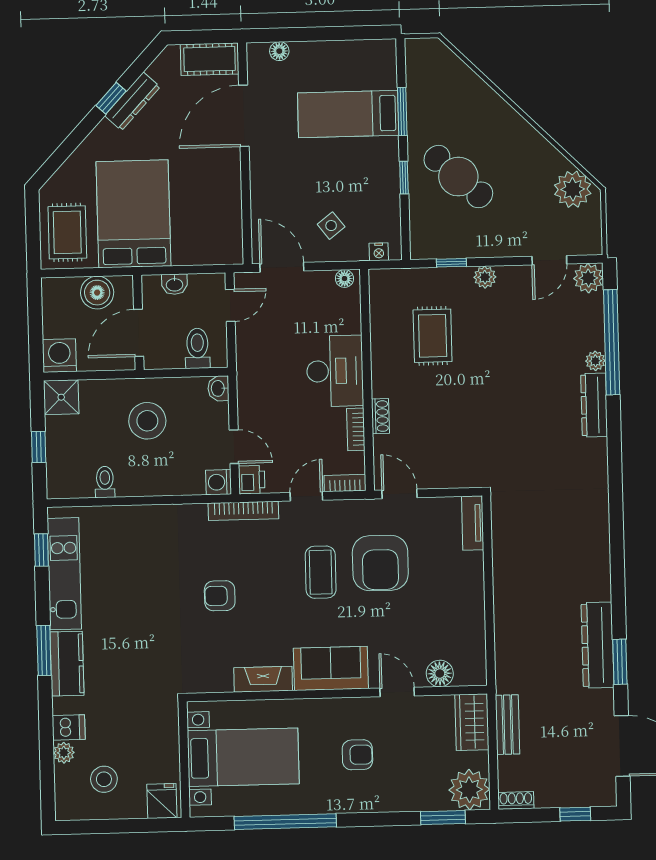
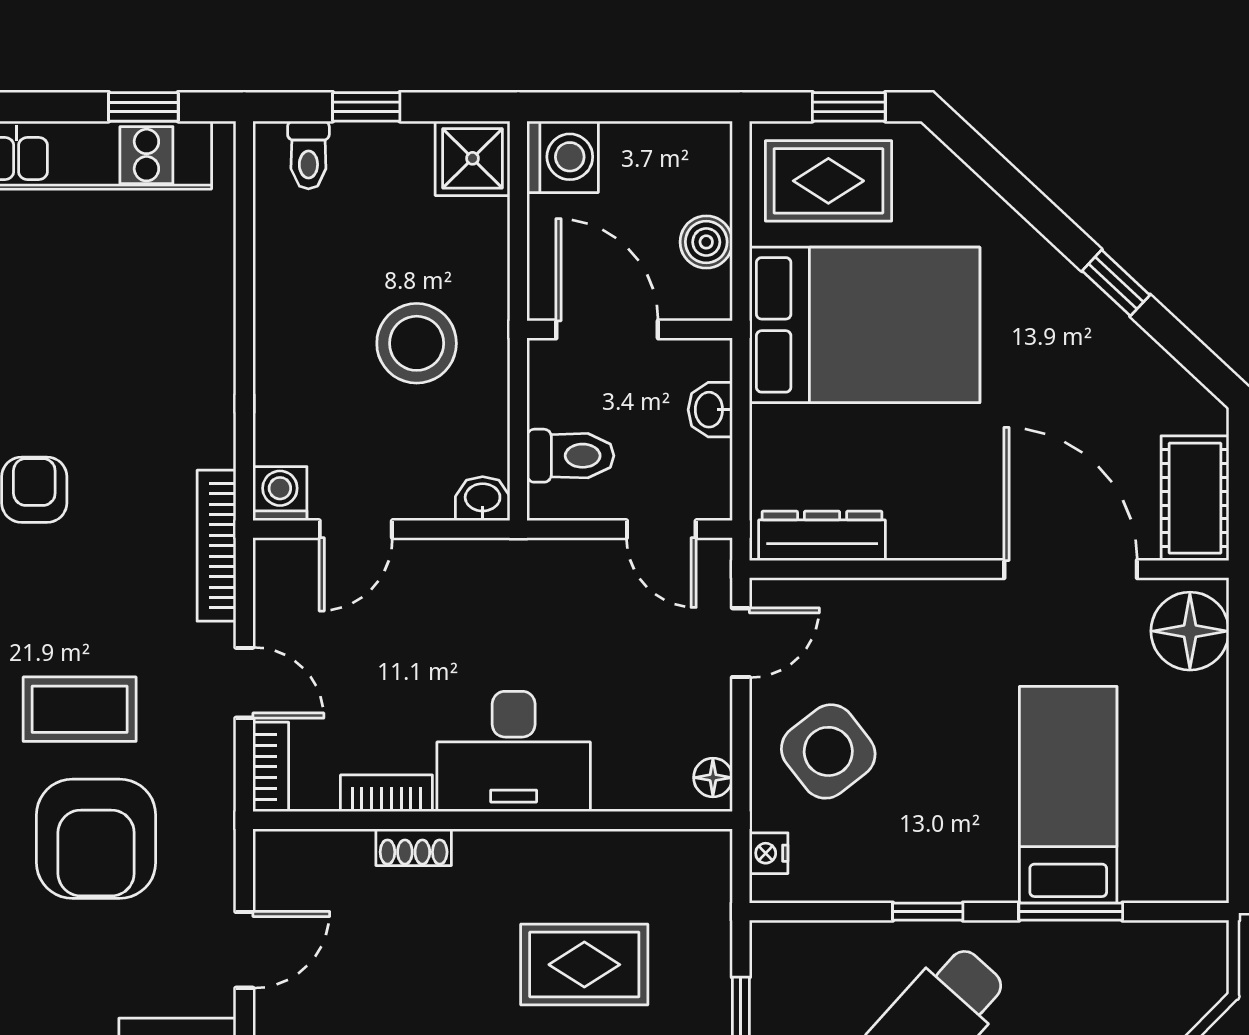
floor lamp: (279, 51) -> (1190, 631), width x1.89, depth x1.89
dresser: (132, 101) -> (822, 536), moved, turned 137
window: (33, 224) -> (849, 107), added
side table: (331, 226) -> (828, 751), width x1.87, depth x1.87
door: (282, 267) -> (741, 643), width x0.73
boiler: (97, 293) -> (706, 242), width x0.73, depth x0.73
printer: (252, 480) -> (283, 565), removed
toilet: (105, 482) -> (308, 155), moved, turned 90
door: (399, 494) -> (244, 950), moved
armchair: (380, 563) -> (96, 839), turned -90

